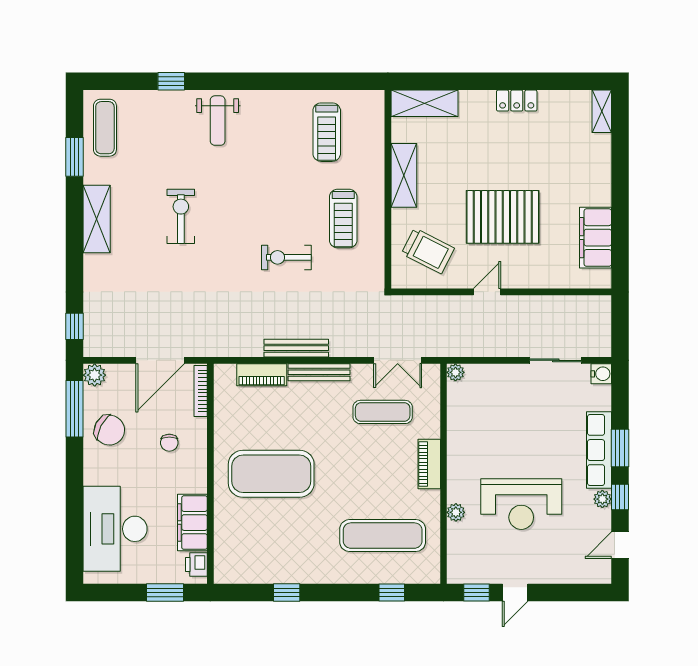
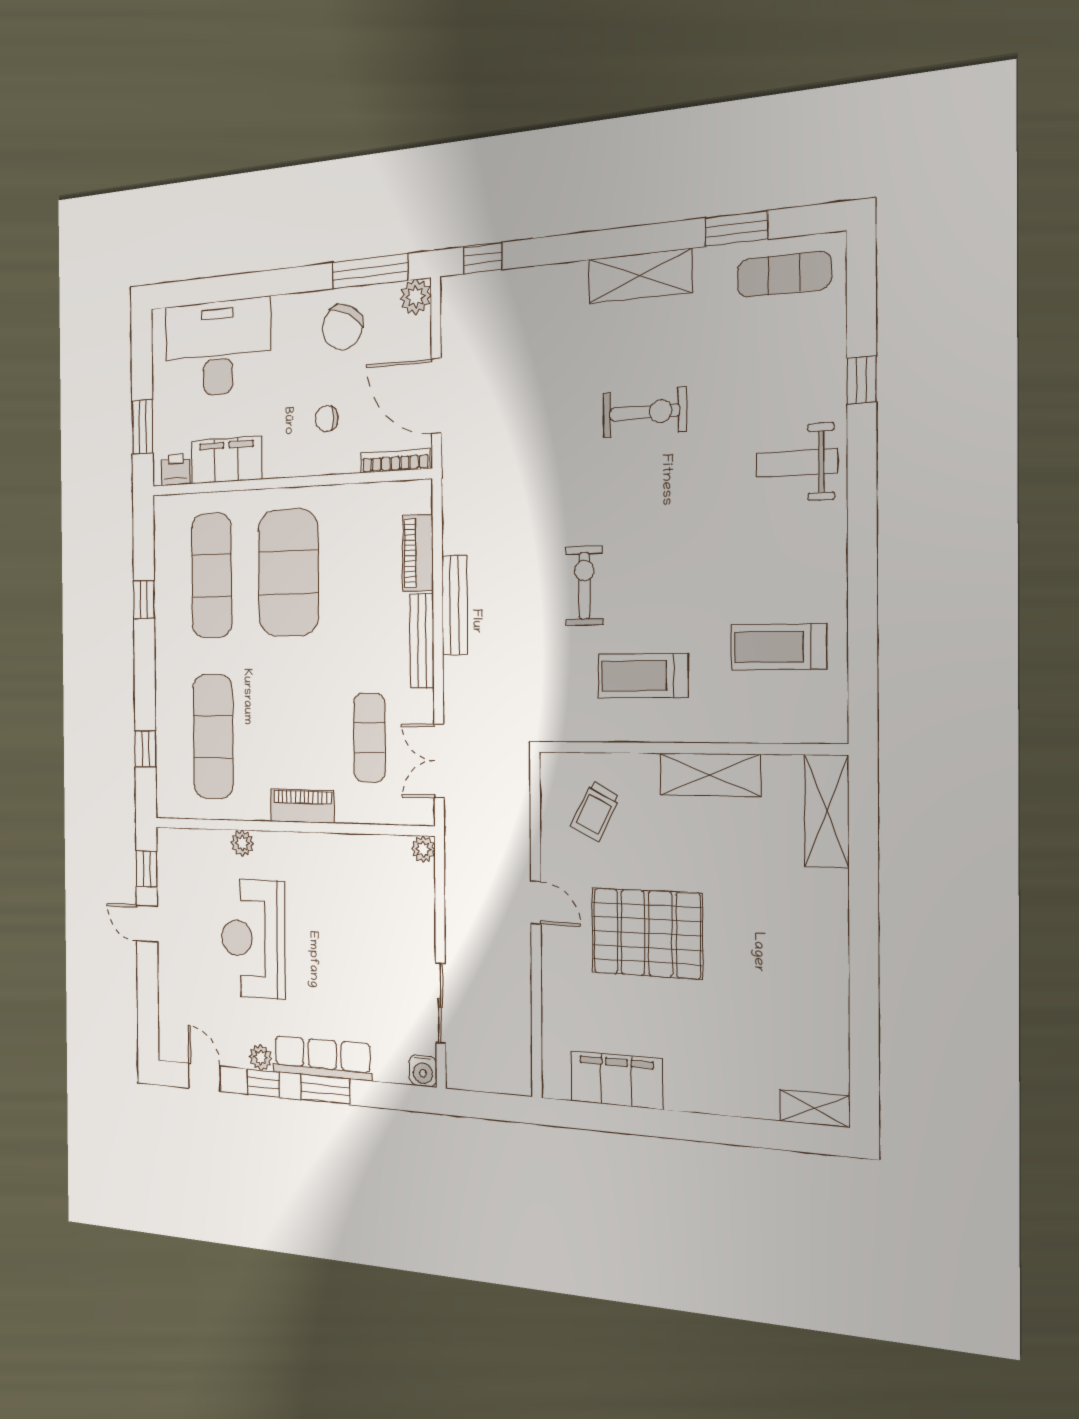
locker: (517, 101) -> (832, 967), removed
pallet: (503, 217) -> (647, 933), turned 90
trolley: (428, 251) -> (595, 811), width x0.73, depth x0.72
exercise mat: (271, 536) -> (212, 575), added

